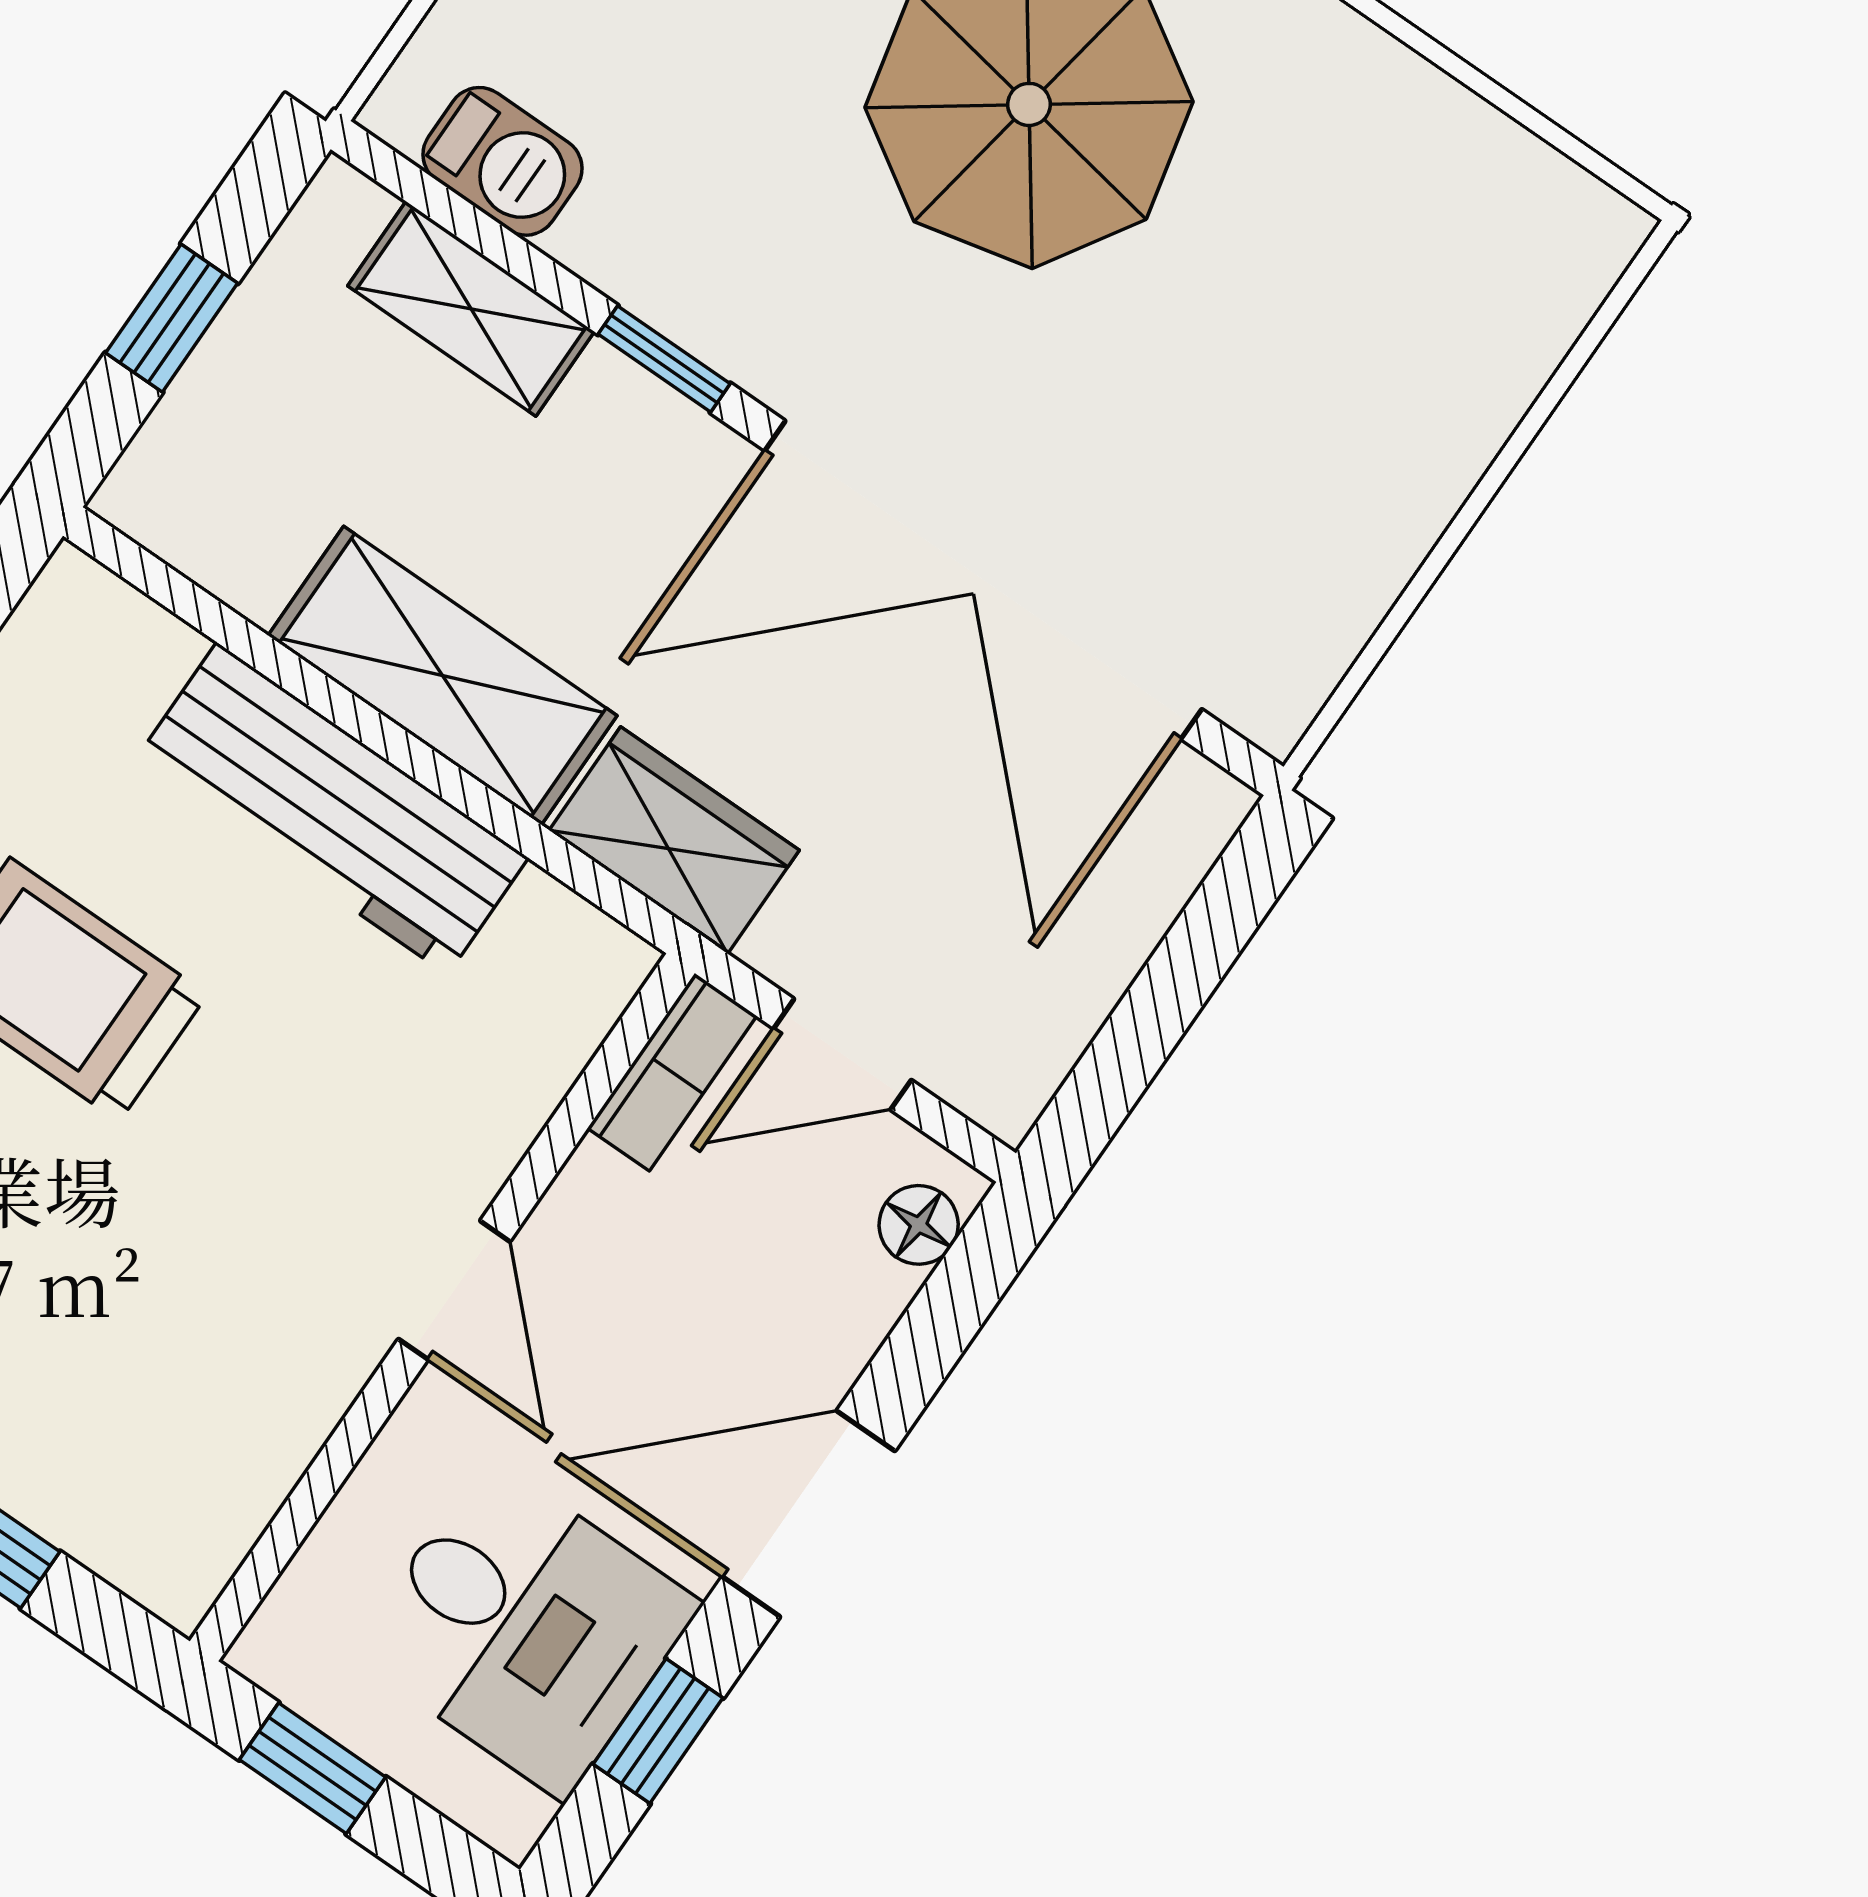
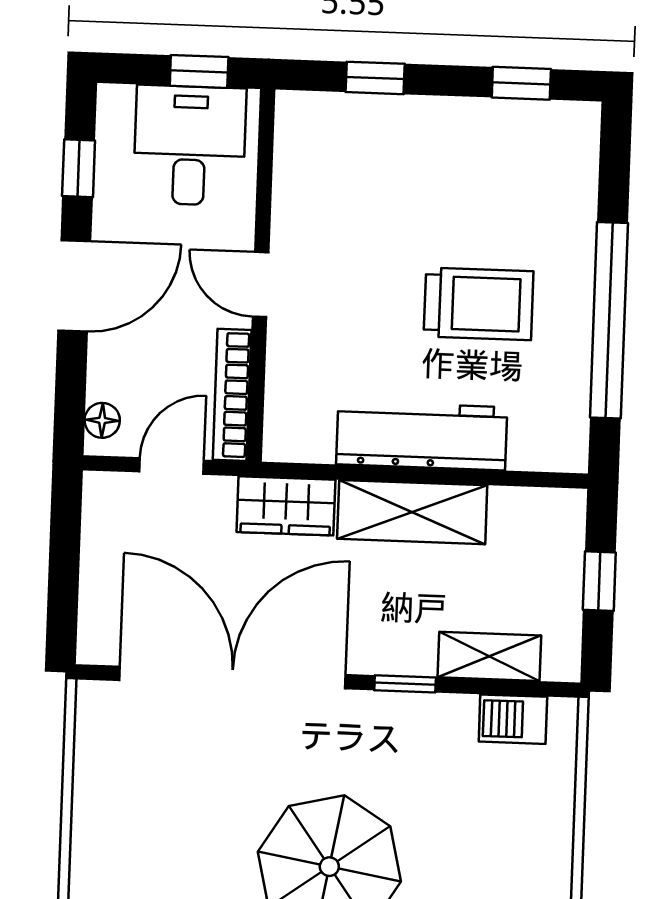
bookcase: (672, 1072) -> (232, 395), width x1.56
desk: (526, 1628) -> (190, 145), moved, turned 90

